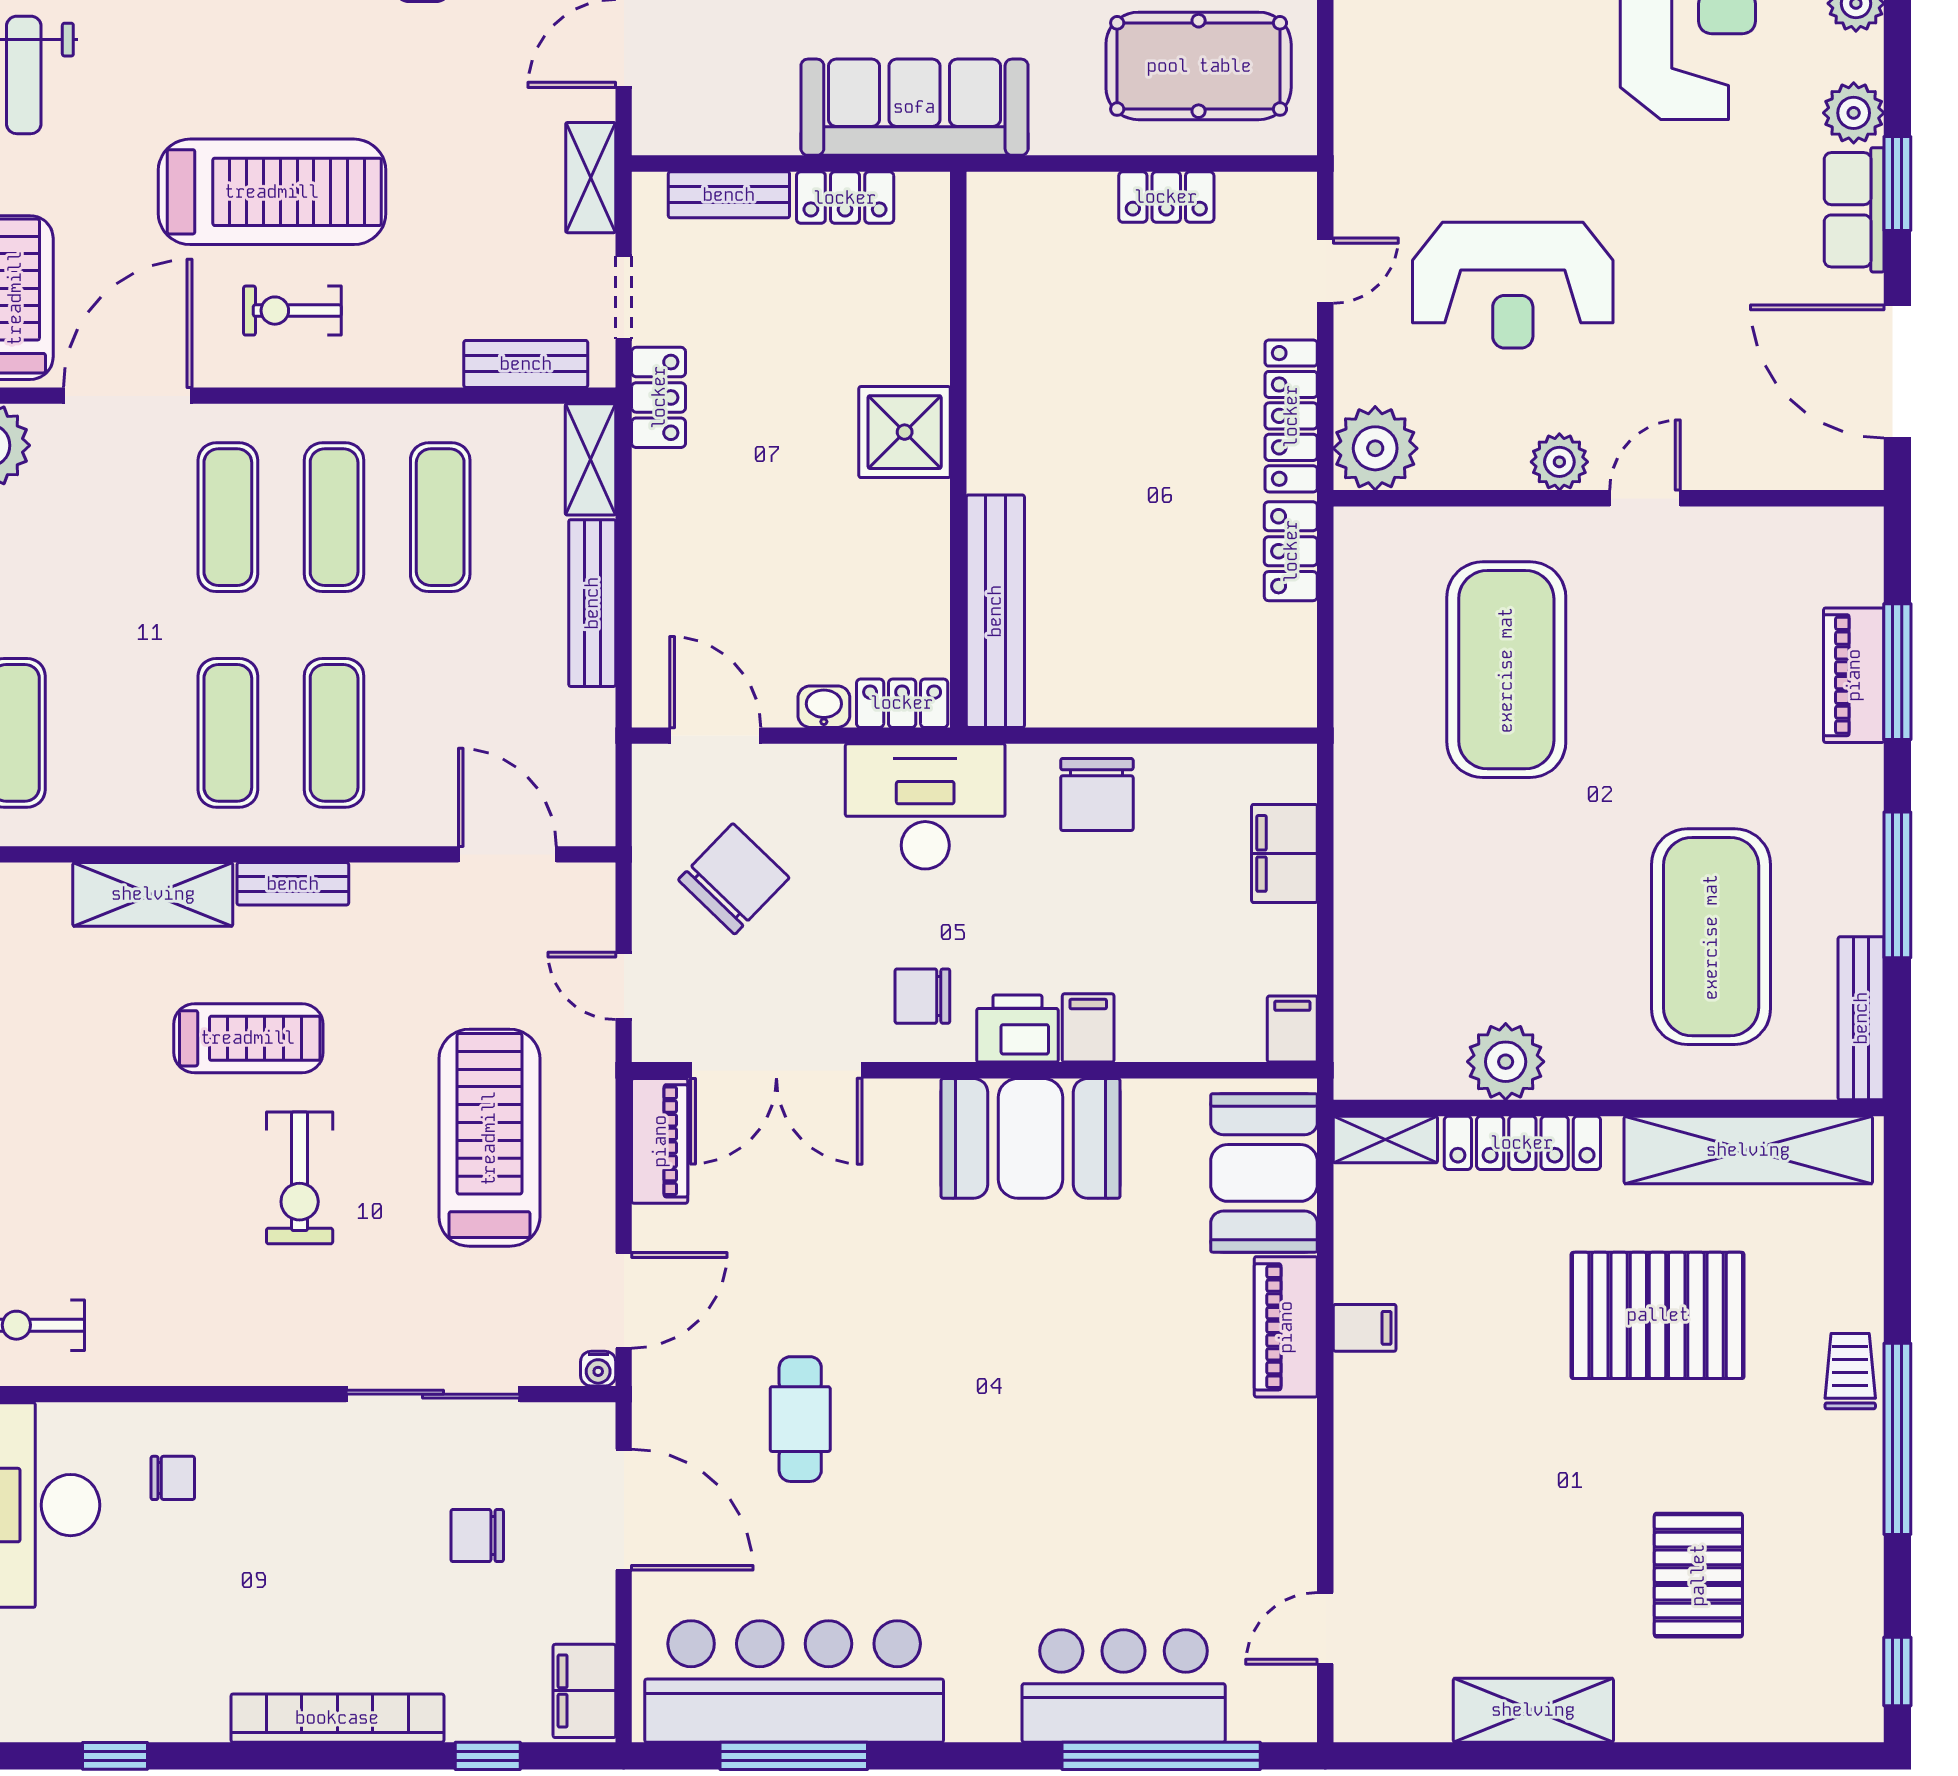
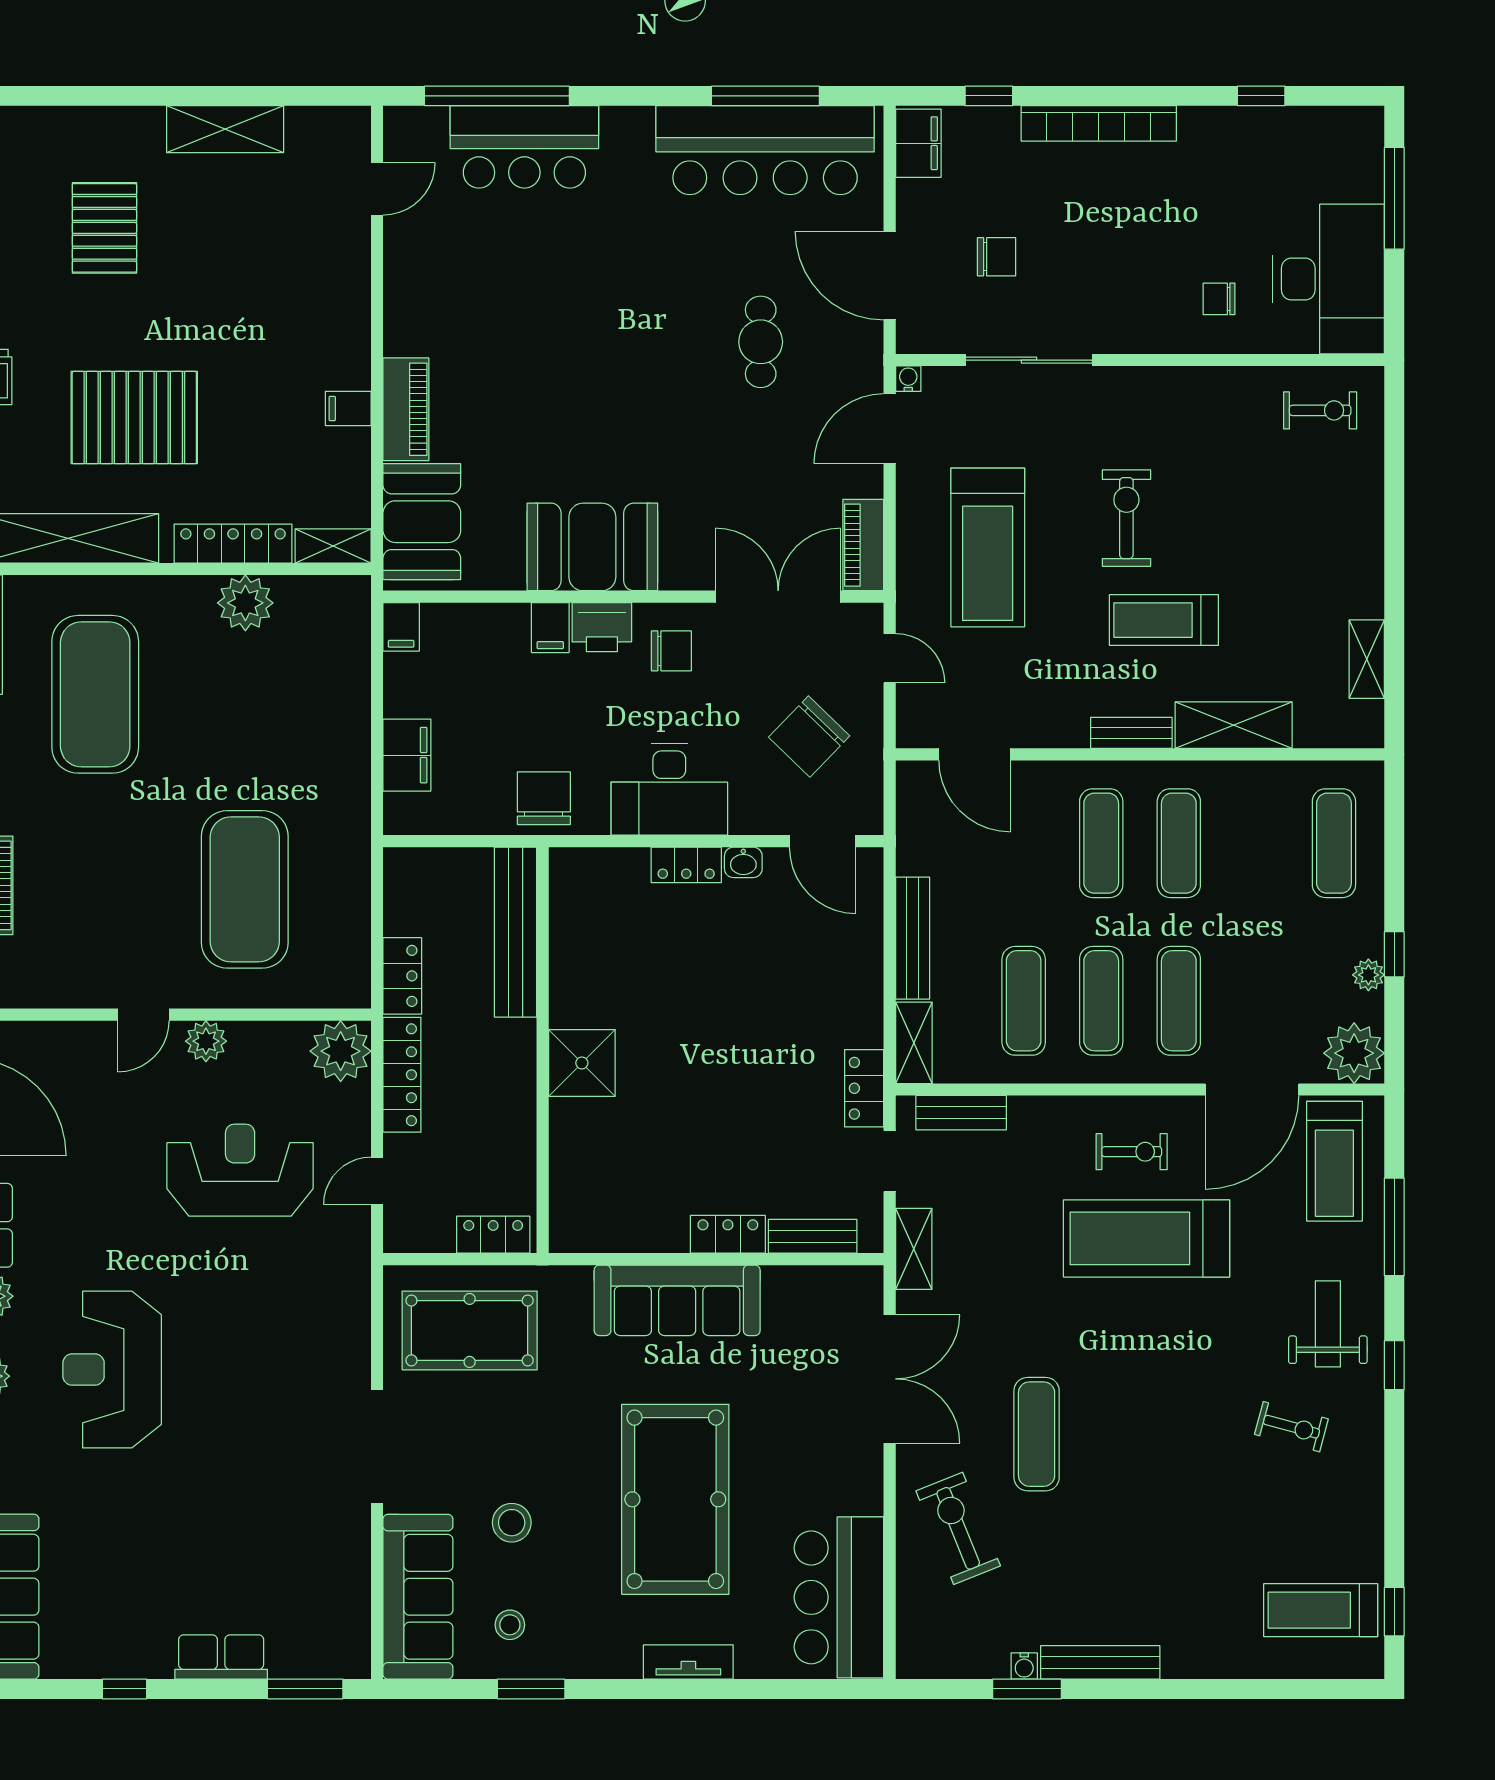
shower: (905, 432) -> (582, 1063), moved
wall: (958, 450) -> (543, 1050), moved
bench: (995, 611) -> (516, 932), moved

